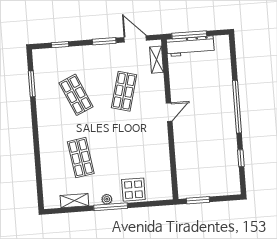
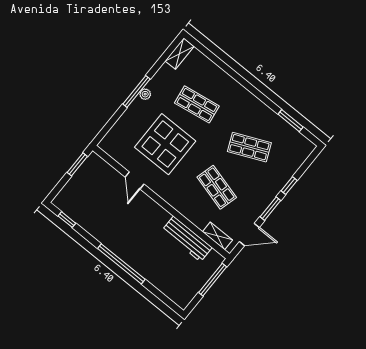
window: (60, 45) -> (289, 186), moved
workbench: (190, 46) -> (187, 239), moved, turned -90
door: (169, 112) -> (135, 180), moved
window: (241, 158) -> (67, 220), moved
display table: (133, 190) -> (165, 144), moved, width x1.86, depth x1.86
shelving: (74, 201) -> (179, 54), moved

